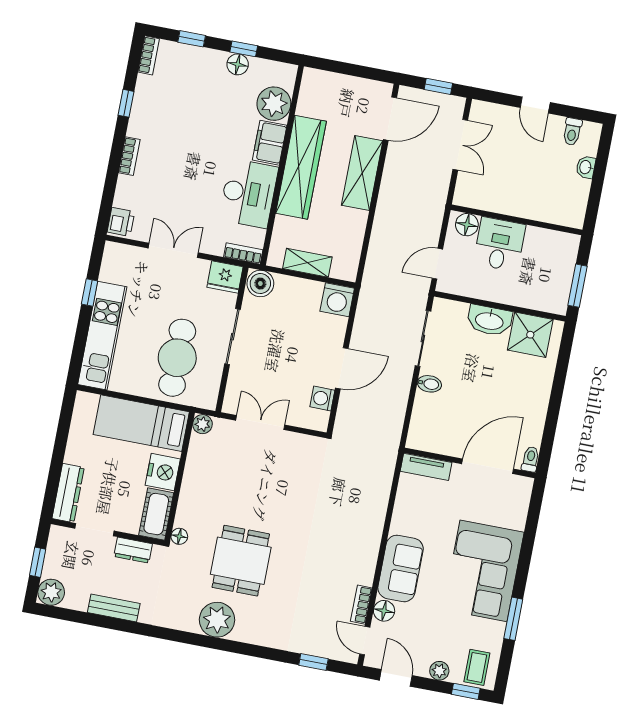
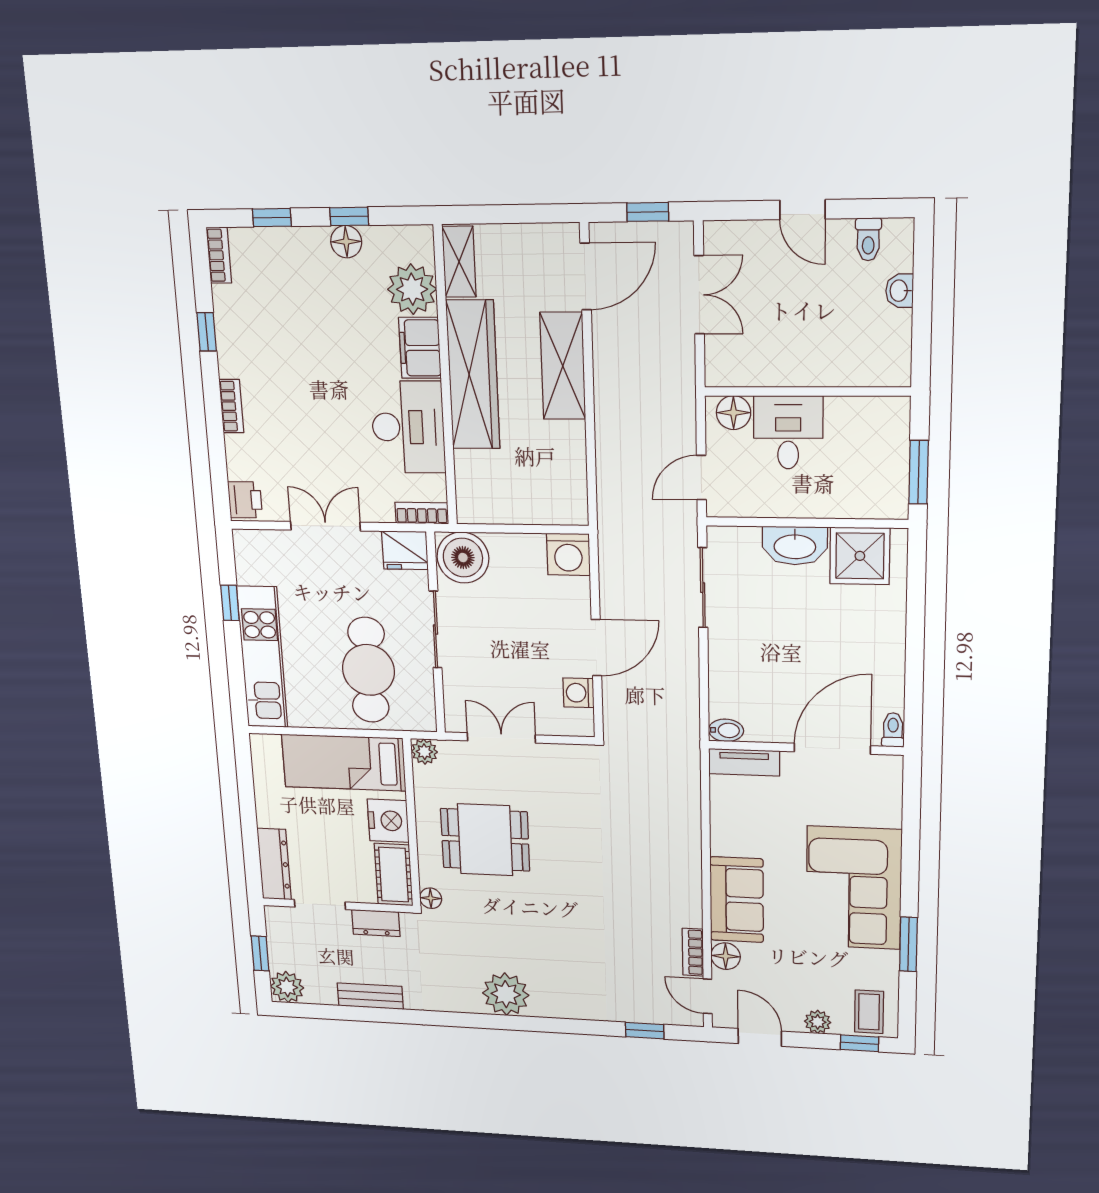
shelving: (307, 263) -> (459, 262), moved, turned 90
boiler: (260, 284) -> (463, 558), width x1.37, depth x1.37
bidet: (429, 384) -> (726, 730), moved
dining table: (241, 561) -> (485, 840), moved, turned 90

